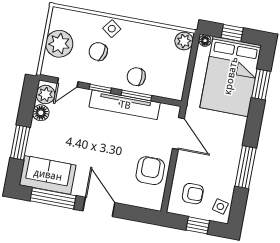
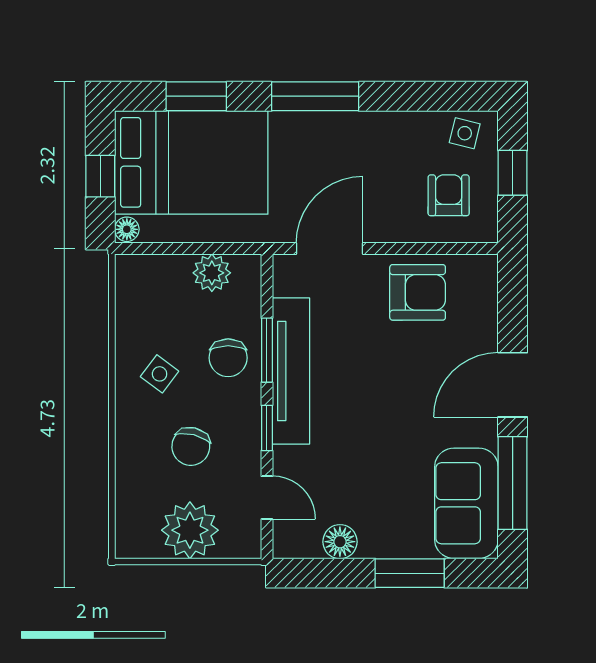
side table: (112, 29) -> (160, 374), moved
plant: (184, 41) -> (212, 273), moved
plant: (45, 94) -> (300, 539), removed
window: (246, 167) -> (315, 96), moved
armchair: (150, 171) -> (418, 292), turned 180

